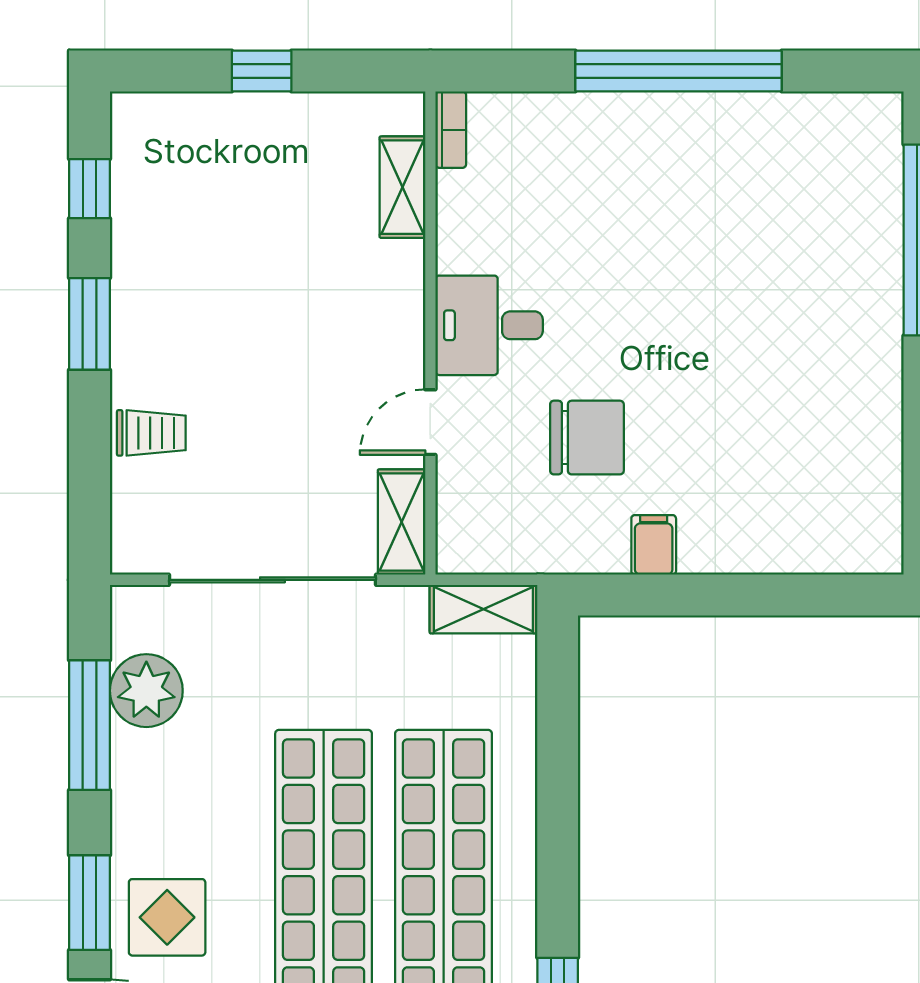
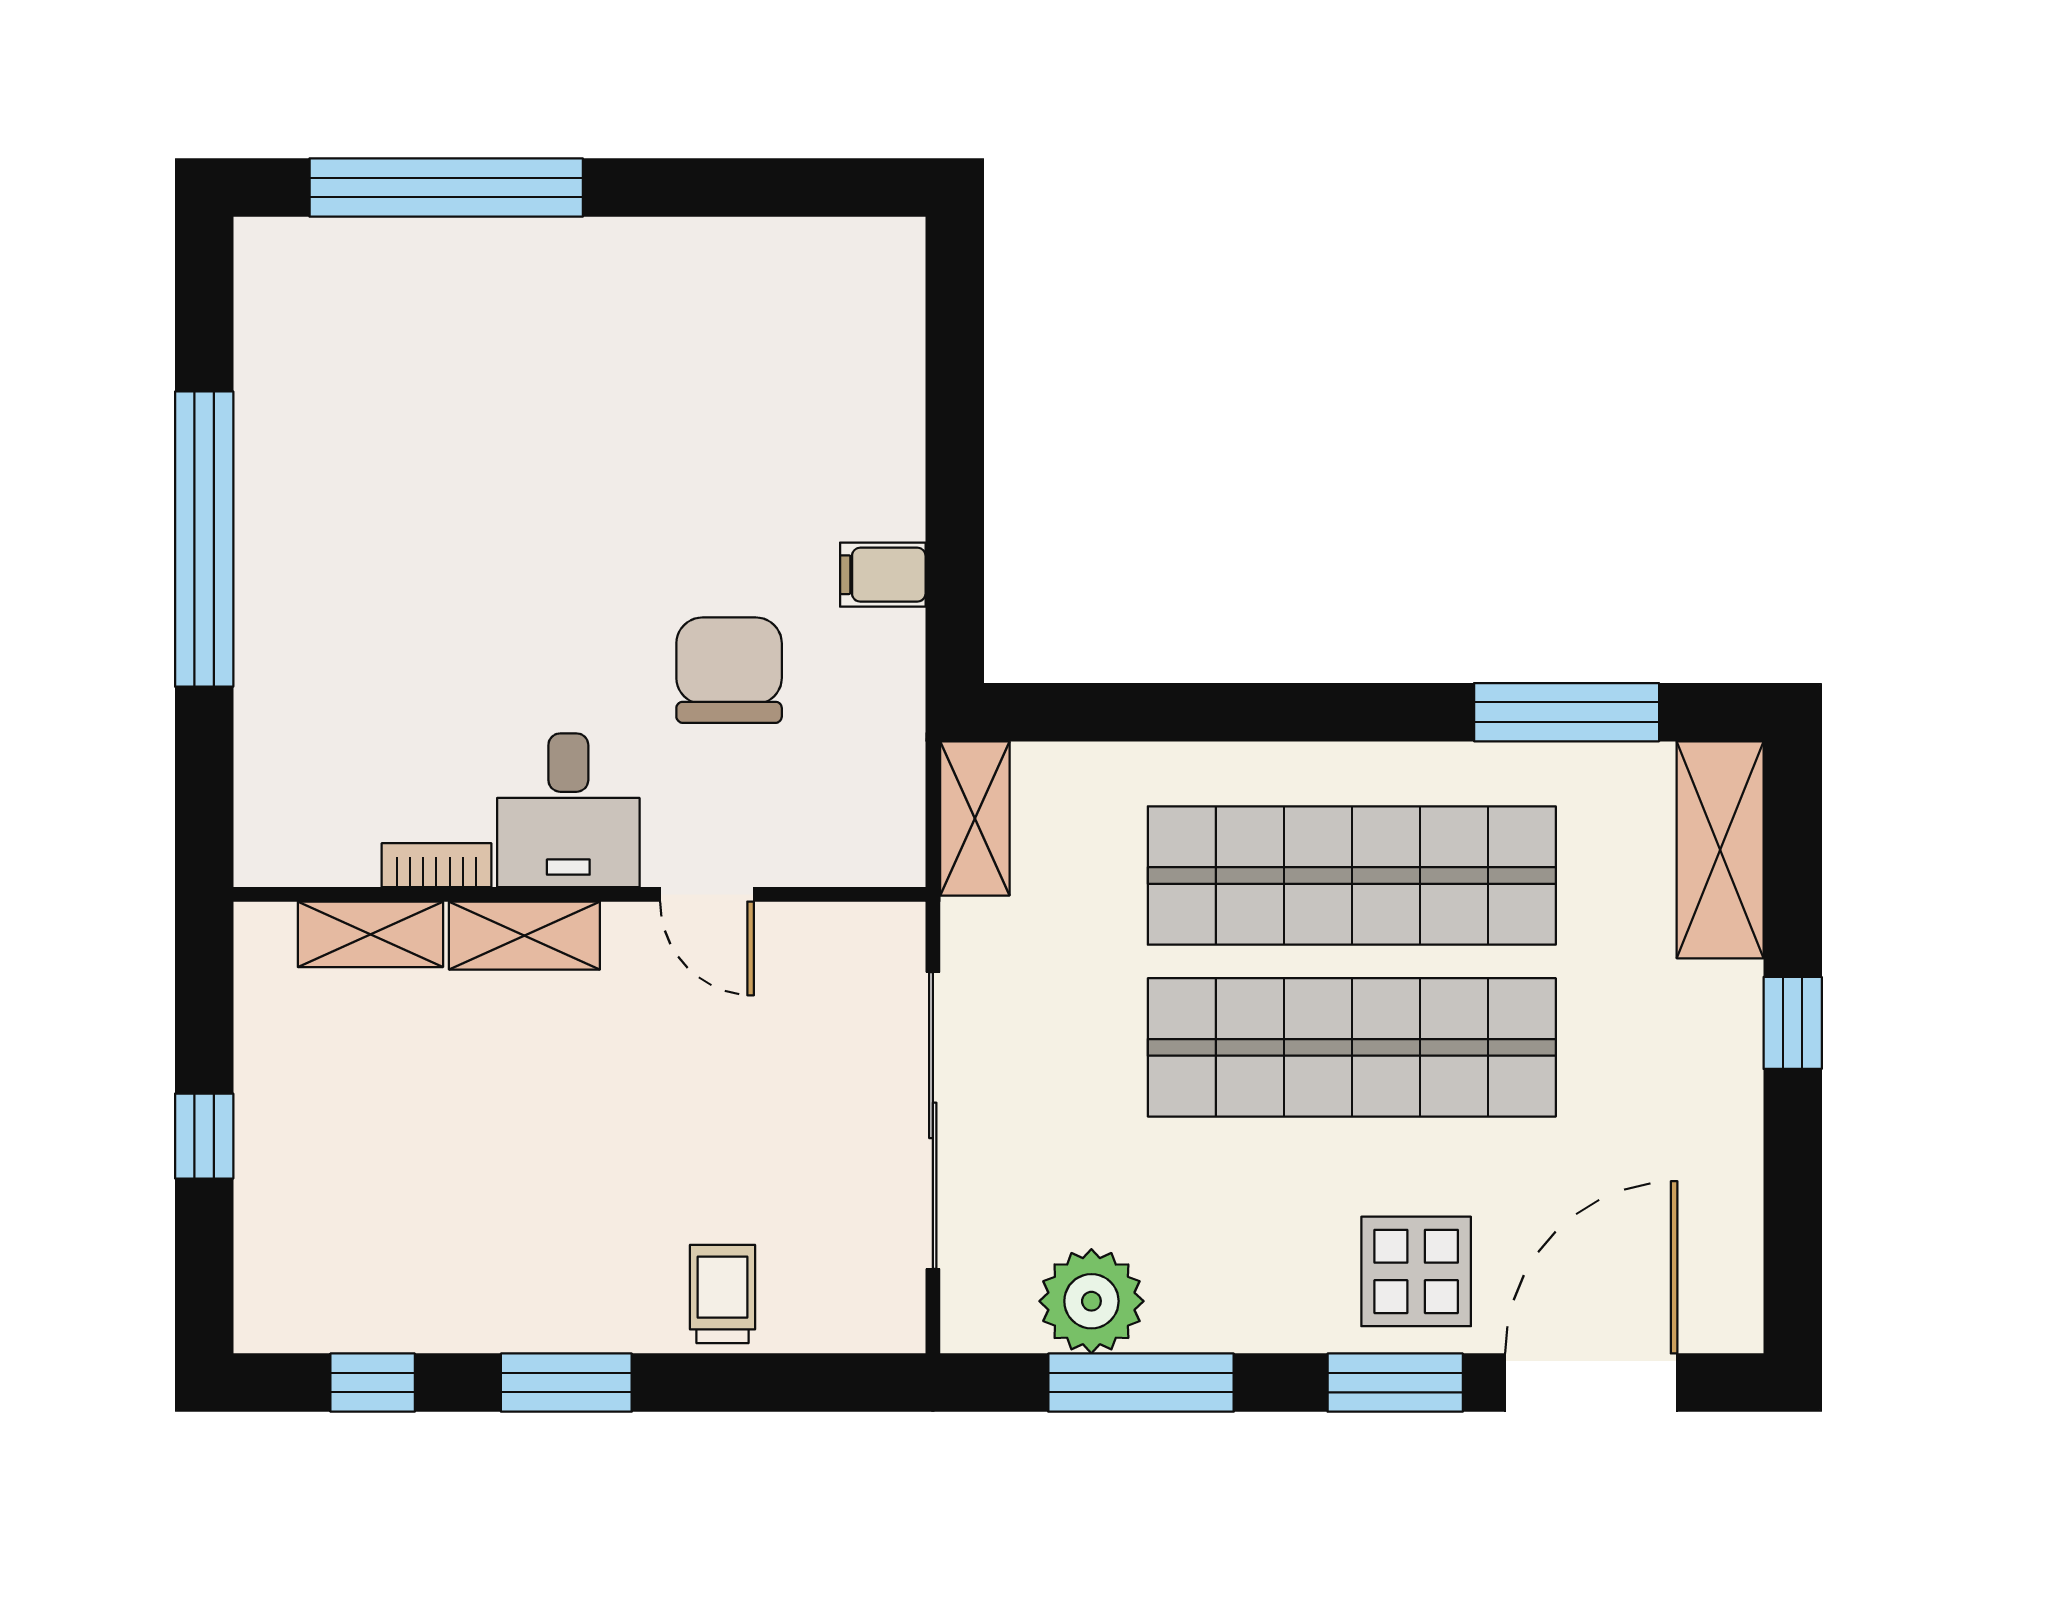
bookcase: (451, 130) -> (436, 865), moved
shelving: (402, 522) -> (524, 936), moved

